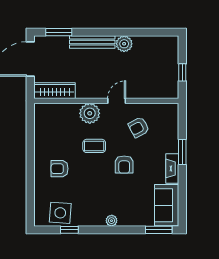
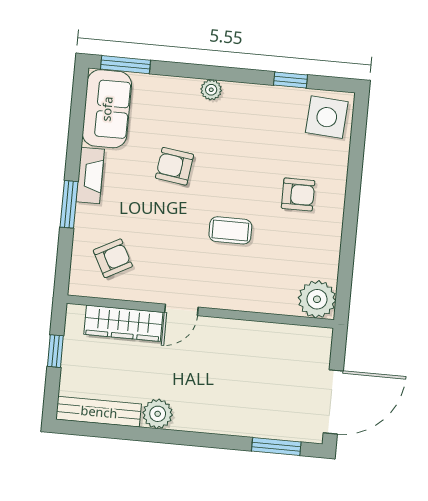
bench: (92, 42) -> (99, 412), moved
wardrobe: (55, 91) -> (123, 323), moved
plant: (90, 113) -> (317, 299), moved
armchair: (139, 127) -> (113, 258), moved
armchair: (124, 165) -> (175, 166), moved, turned -82
side table: (60, 213) -> (327, 117), moved

